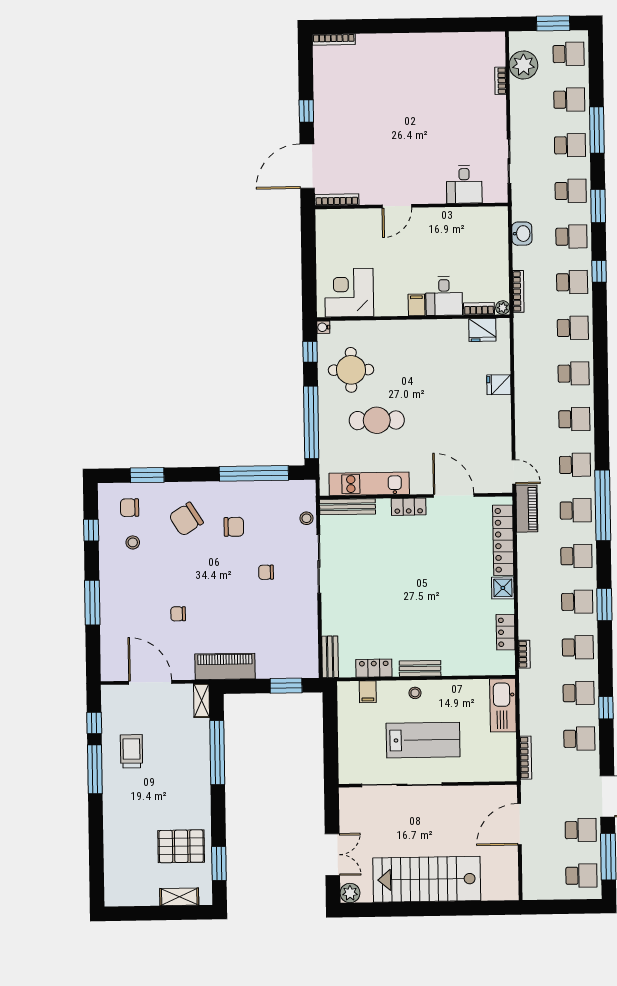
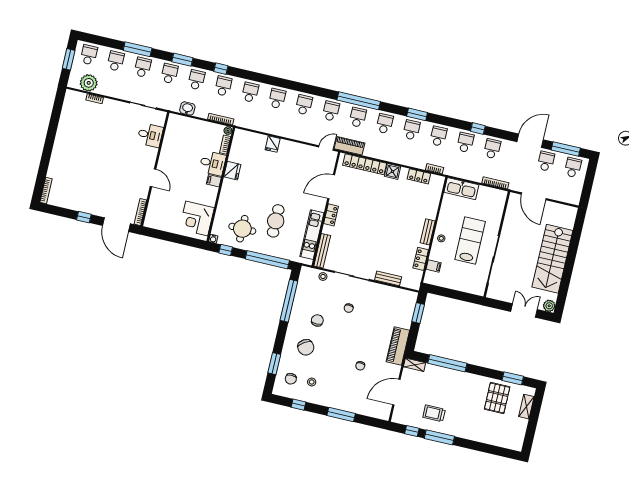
fridge: (482, 330) -> (232, 171), moved
bench: (330, 657) -> (388, 278), moved

